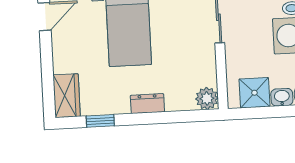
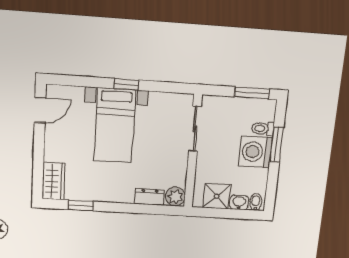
dresser: (147, 104) -> (150, 197), moved

